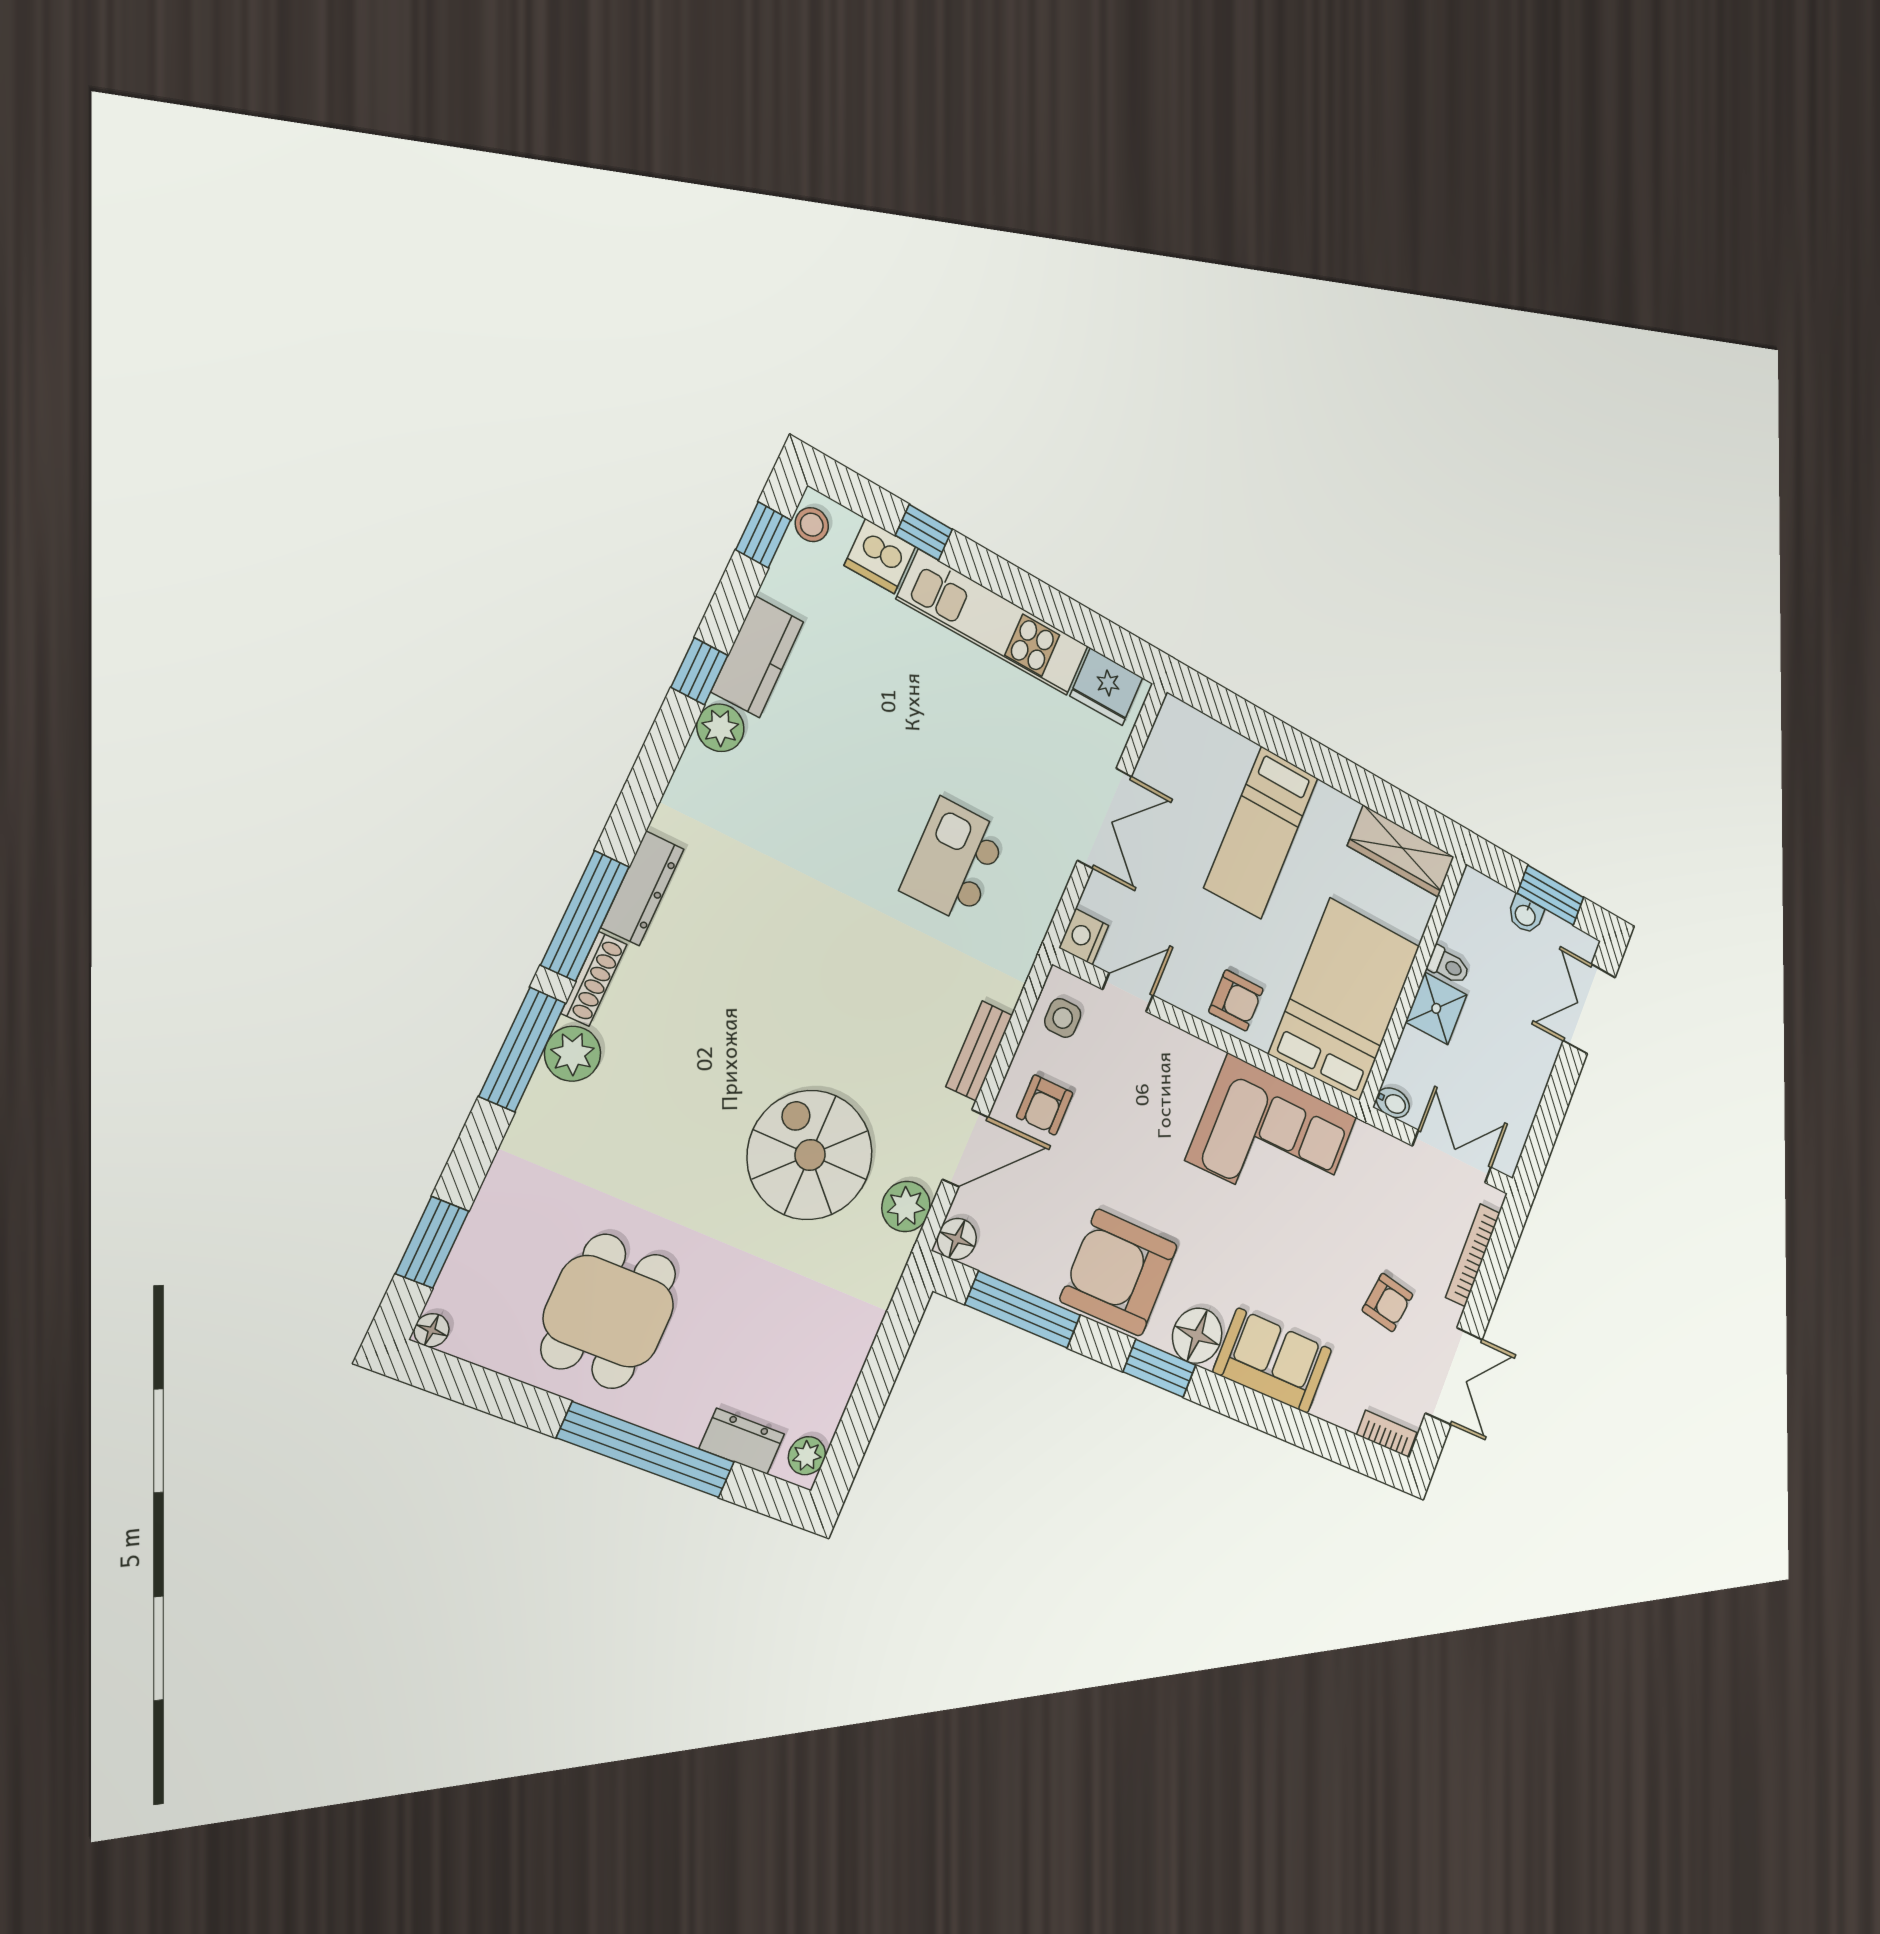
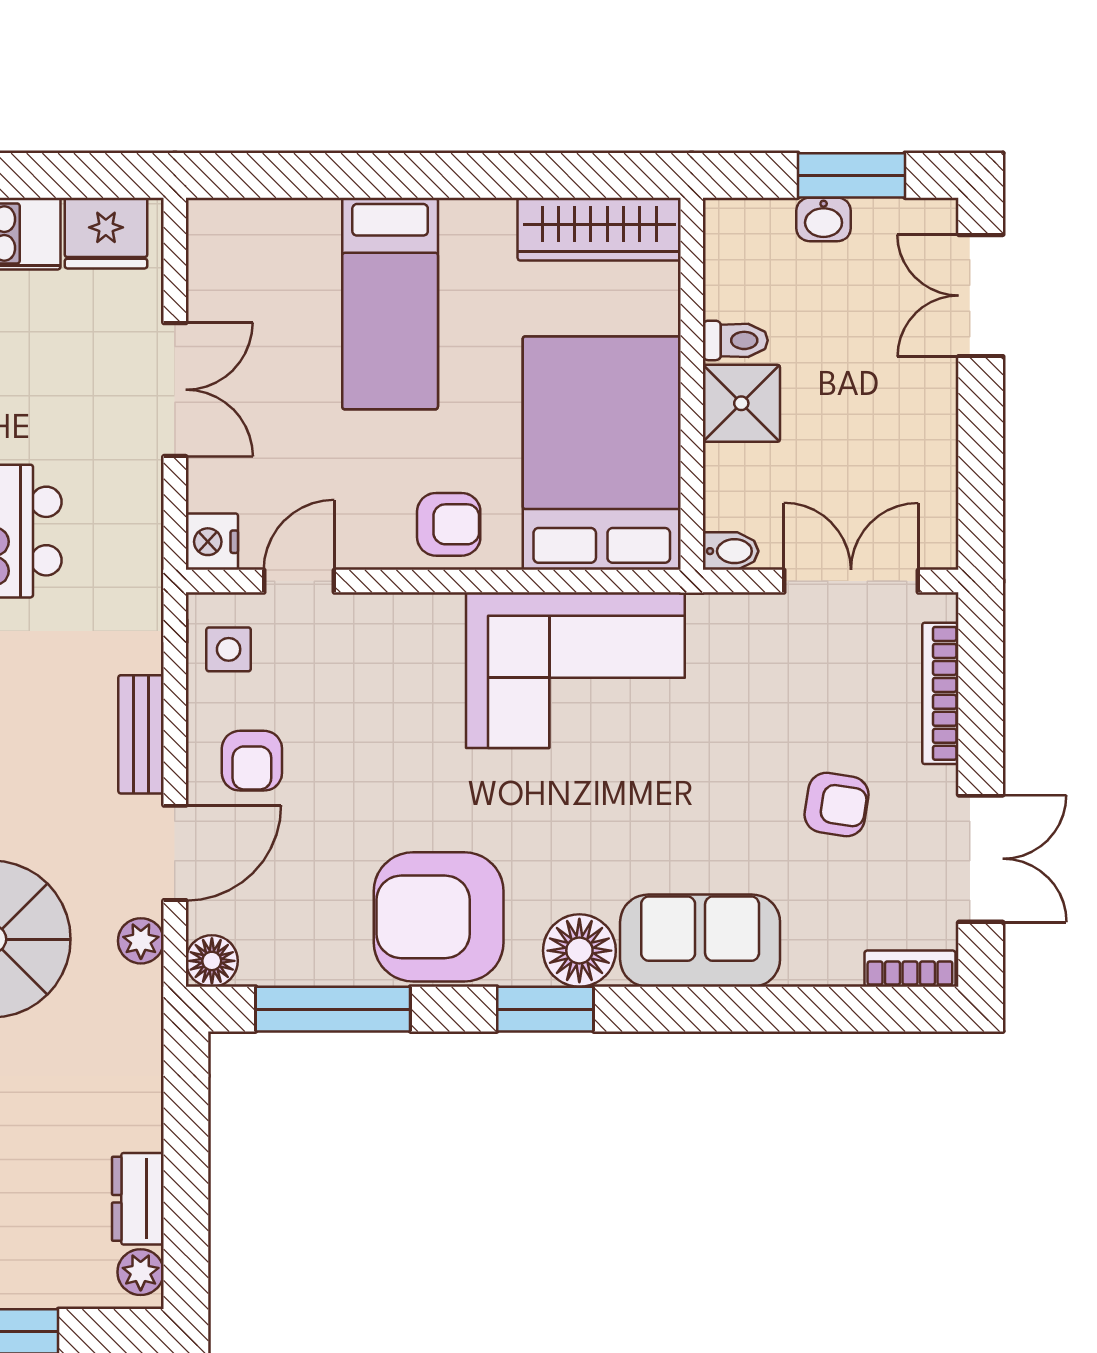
plant: (906, 1206) -> (141, 941), width x0.73, depth x0.73
dresser: (742, 1441) -> (138, 1199), moved, turned -90

